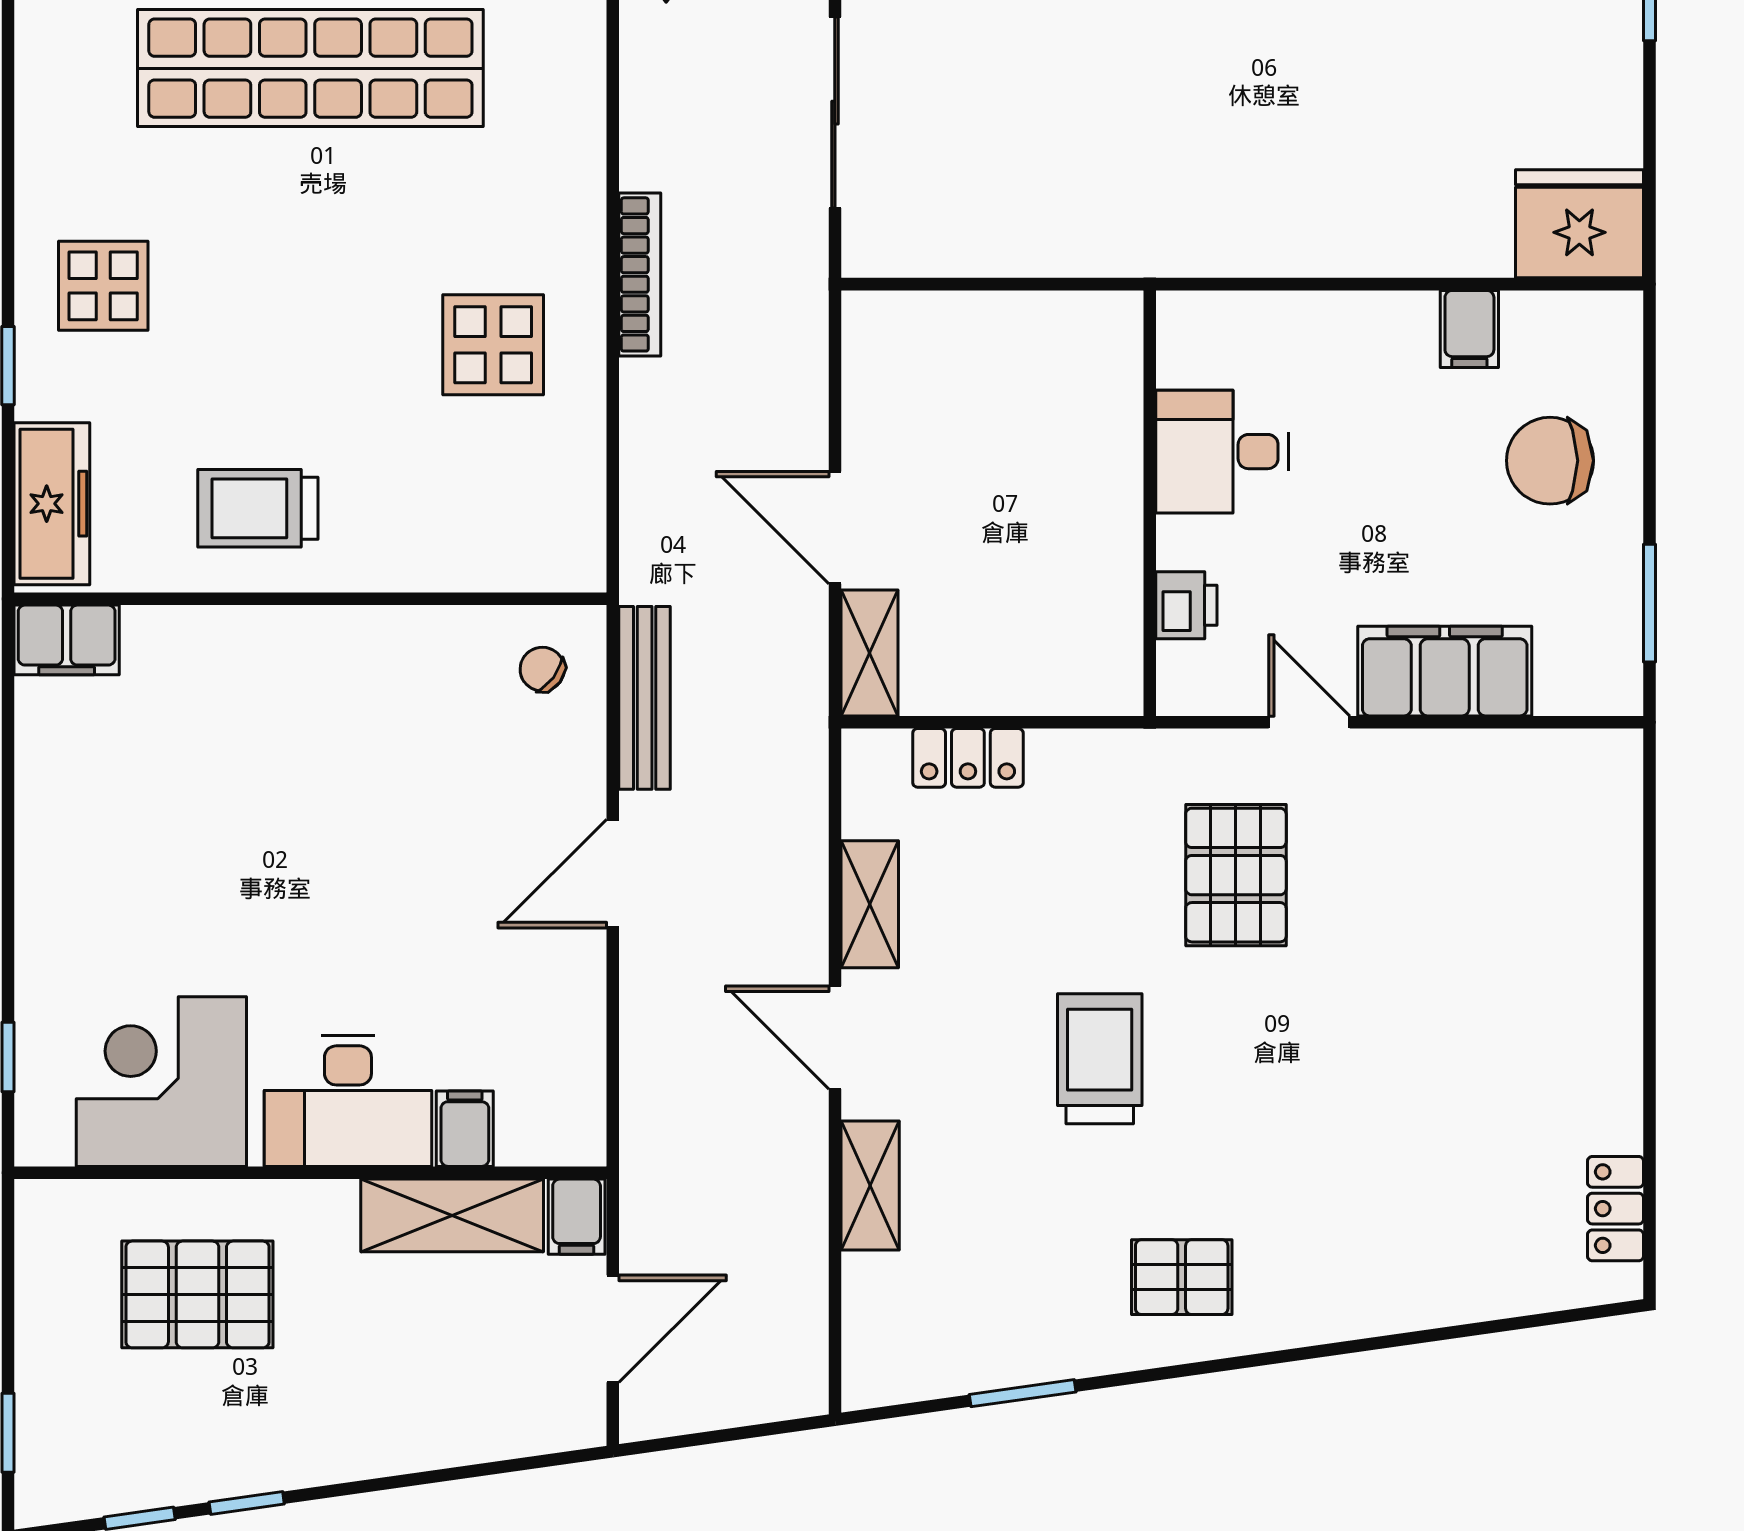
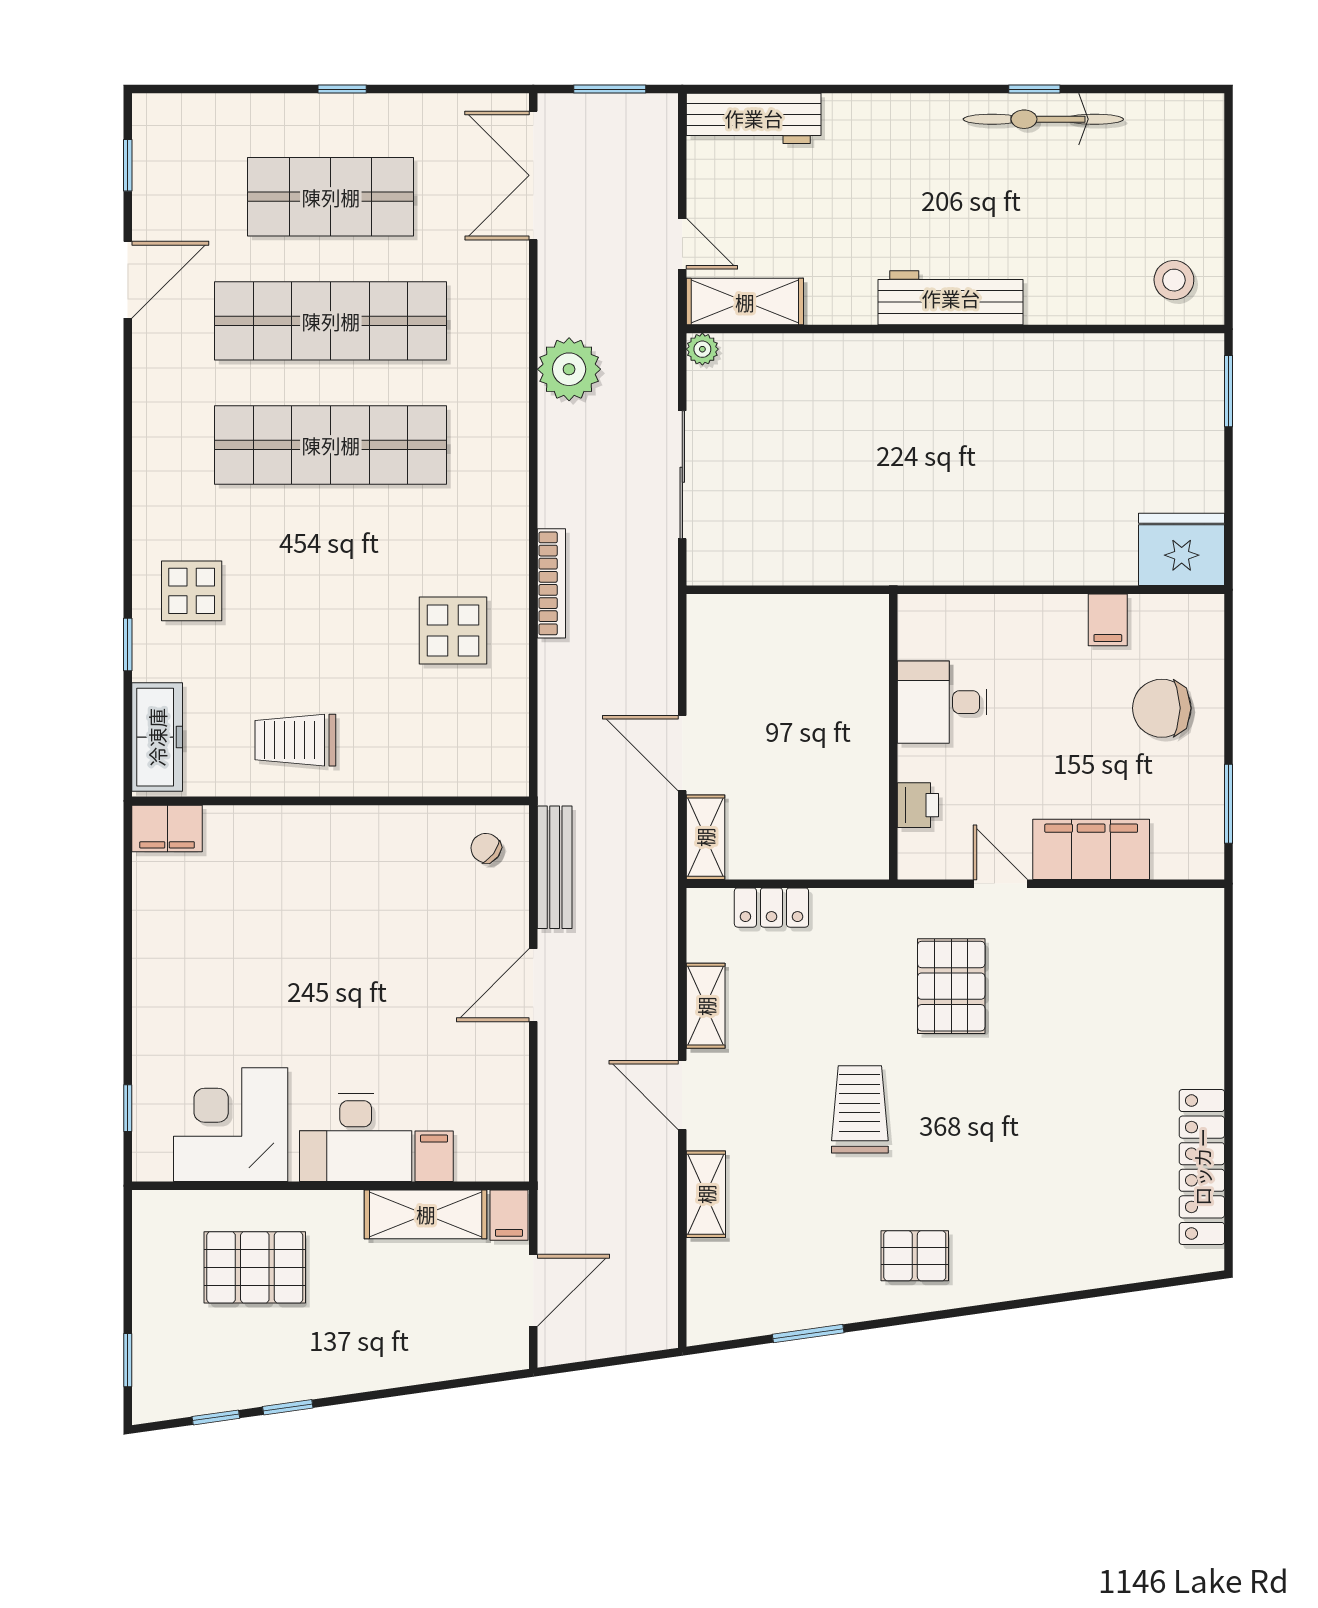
locker: (1616, 1209) -> (1202, 1167), width x2.16, depth x1.21

